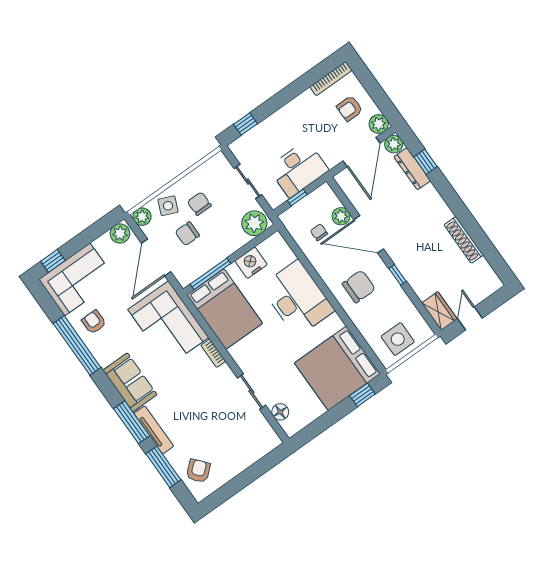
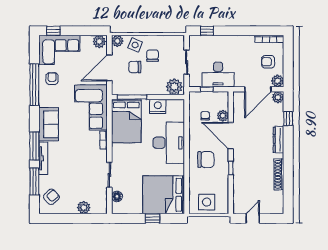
dresser: (412, 169) -> (278, 140), moved
wardrobe: (439, 311) -> (239, 203), removed
window: (362, 395) -> (152, 218), moved
plant: (248, 456) -> (84, 208), added

